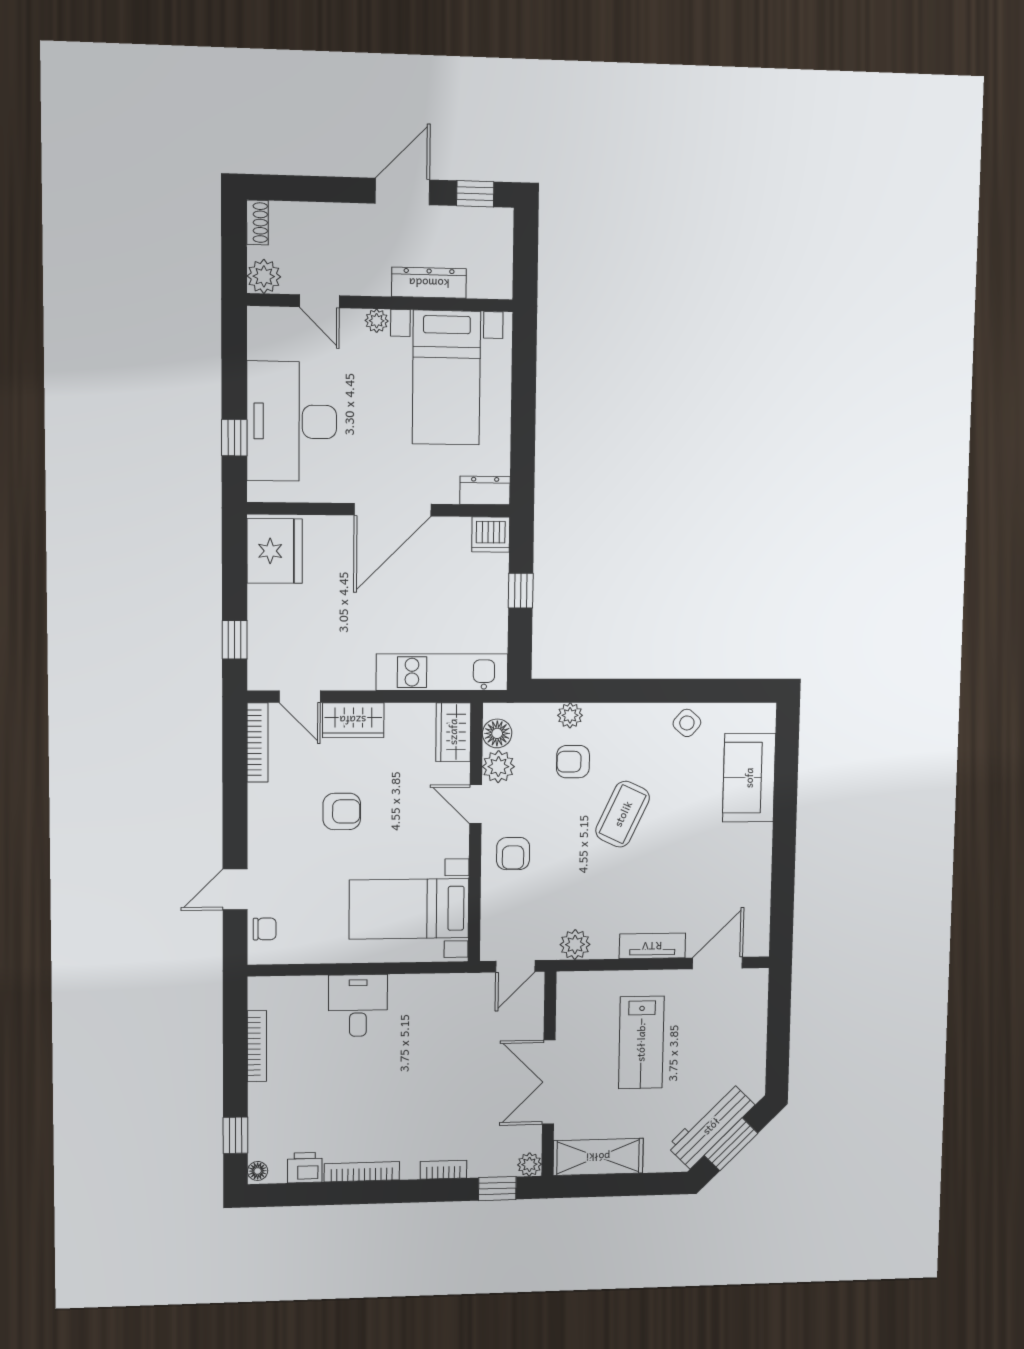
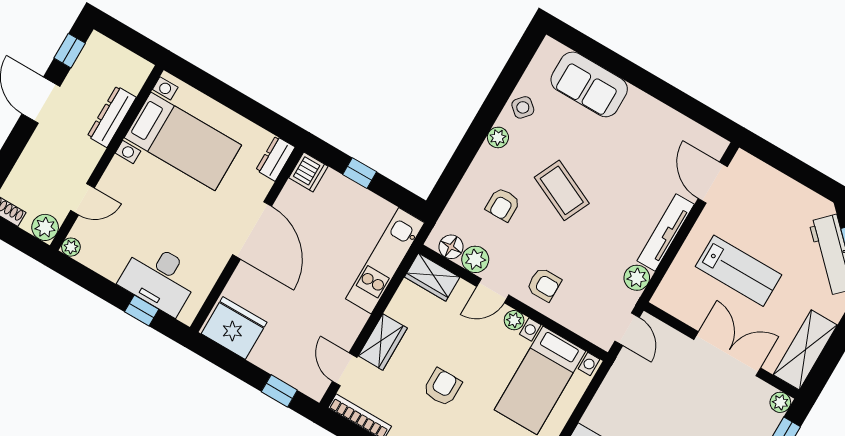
plant: (377, 321) -> (71, 247), moved
desk: (292, 421) -> (159, 278), width x0.73, depth x0.77
door: (300, 697) -> (345, 369), swing flipped
plant: (570, 715) -> (498, 137), moved
plant: (457, 845) -> (514, 320), added
tv unit: (652, 946) -> (666, 233), width x1.41
double door: (549, 1082) -> (727, 354), swing flipped

